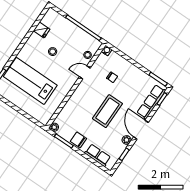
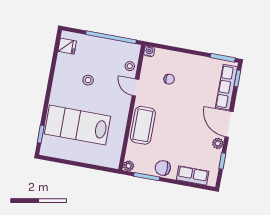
fridge: (42, 30) -> (67, 46), moved
door: (85, 72) -> (135, 87), hinge flipped
coffee table: (107, 111) -> (143, 125), moved

